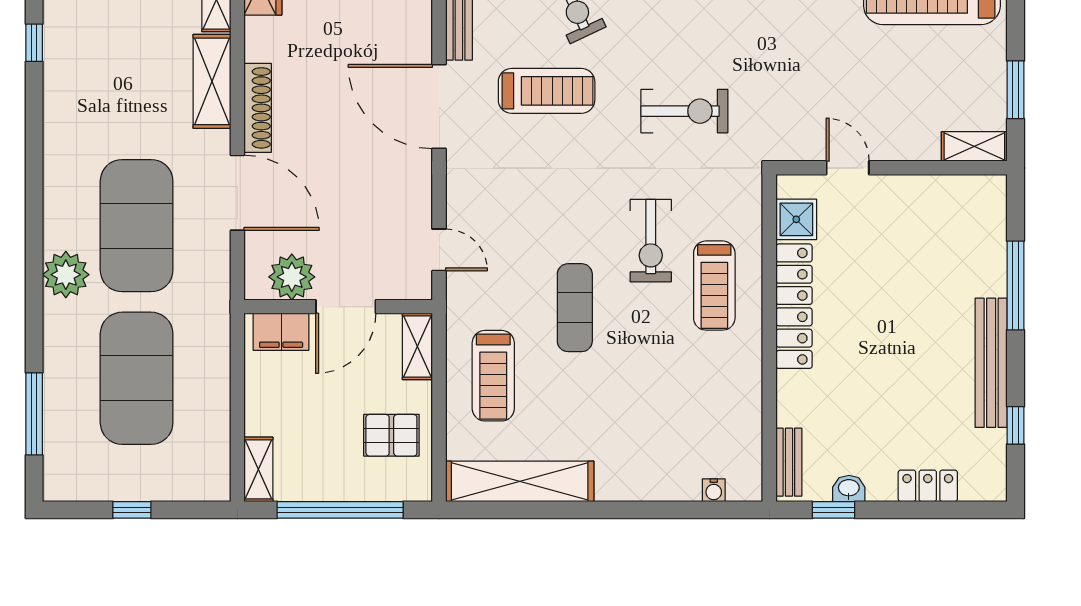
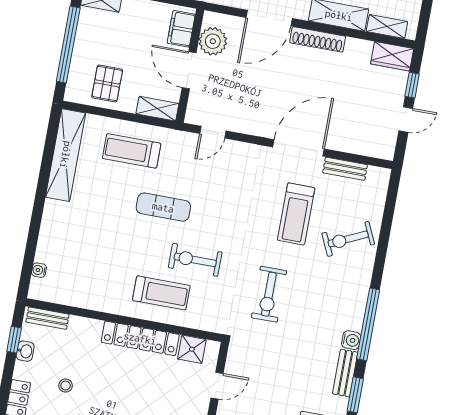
treadmill: (714, 286) -> (161, 293), turned 180
stool: (892, 413) -> (66, 386), added

